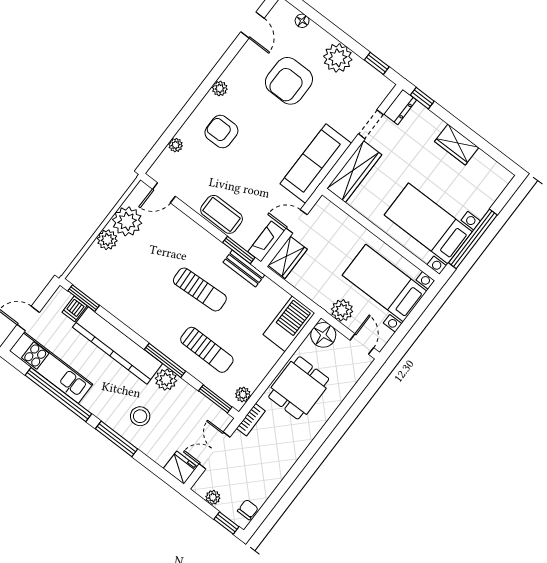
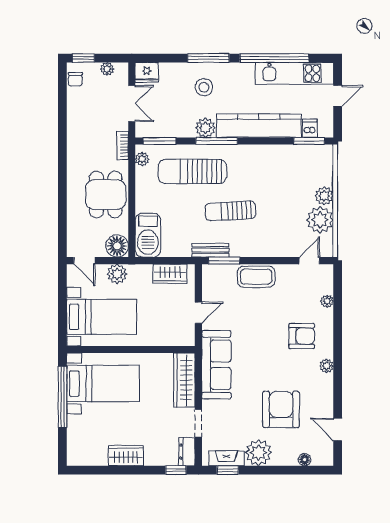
fireplace: (266, 241) -> (226, 458), moved, turned -90
wardrobe: (288, 257) -> (170, 274), moved, turned -90
sun lounger: (207, 350) -> (192, 172), width x1.36, depth x1.34

